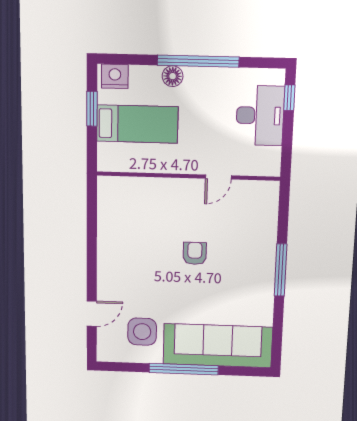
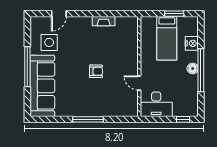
nightstand: (115, 76) -> (192, 43), moved
floor lamp: (173, 76) -> (193, 69), moved
desk: (260, 116) -> (156, 104), moved
fireplace: (105, 237) -> (104, 21), added
door: (92, 314) -> (59, 14), hinge flipped

